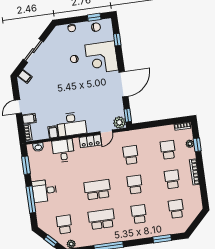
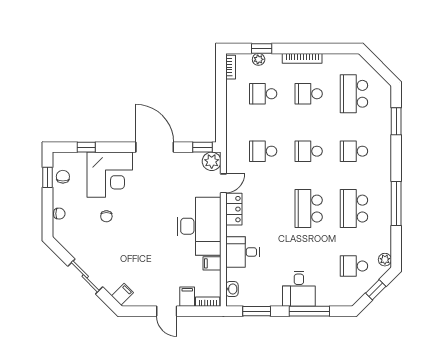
desk: (71, 124) -> (199, 226), width x1.36, depth x1.30
door: (106, 132) -> (223, 183), hinge flipped
school desk: (176, 209) -> (354, 94), width x1.85

